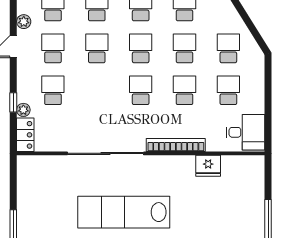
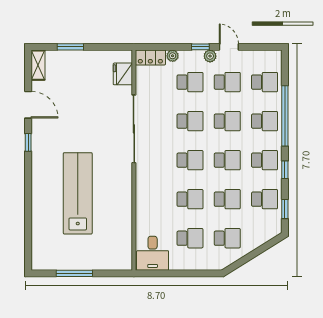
plant: (24, 22) -> (210, 56), moved
school desk: (97, 90) -> (190, 121), added
window: (13, 102) -> (200, 47), moved
bookcase: (176, 145) -> (141, 191), removed
fridge: (208, 166) -> (123, 74), moved
lab bench: (124, 212) -> (78, 193), moved

